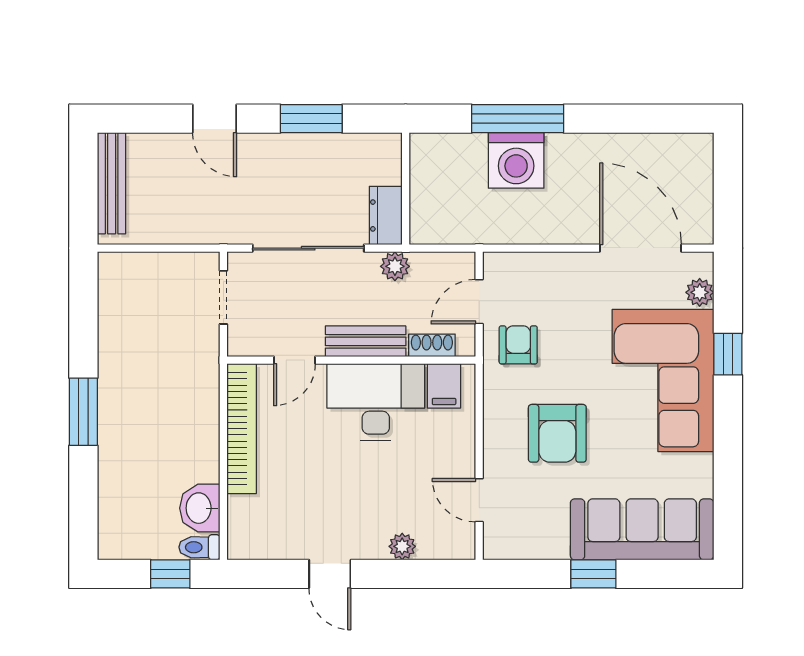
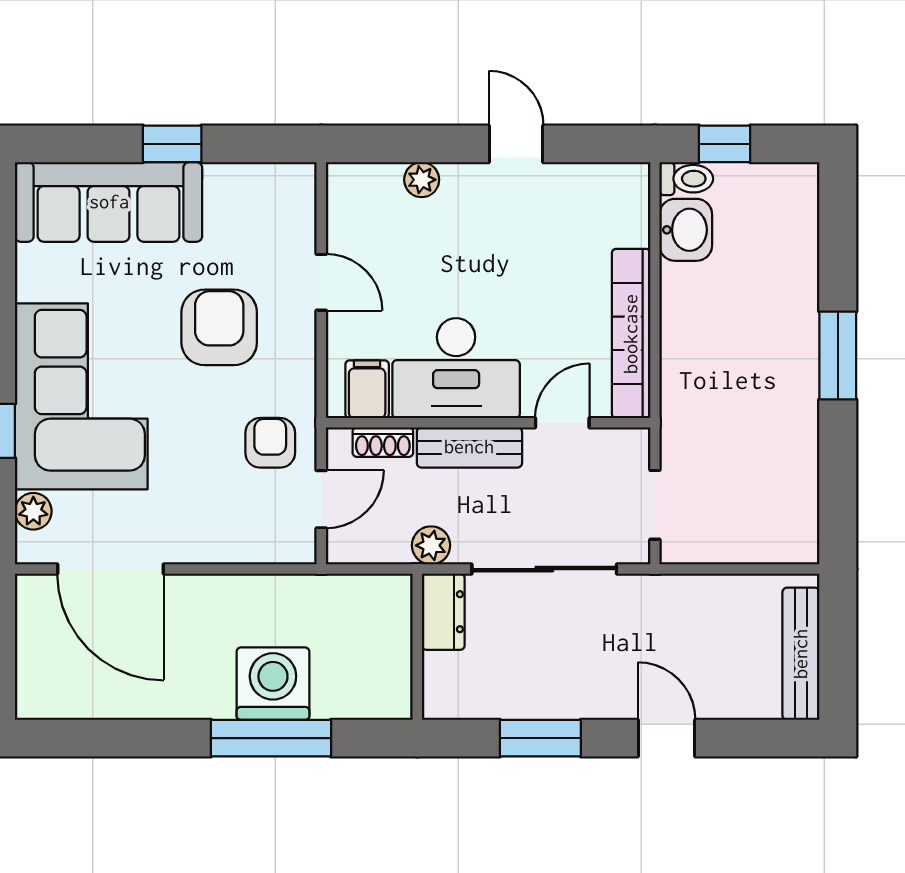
armchair: (518, 345) -> (270, 443), turned 180
door: (479, 500) -> (321, 282), moved

